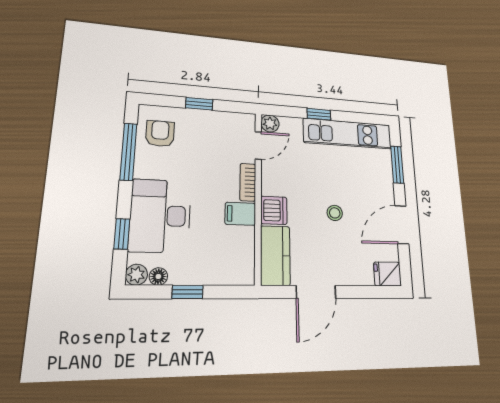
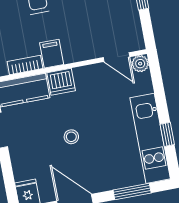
window: (319, 114) -> (167, 134), moved
bookcase: (248, 182) -> (25, 65), moved

